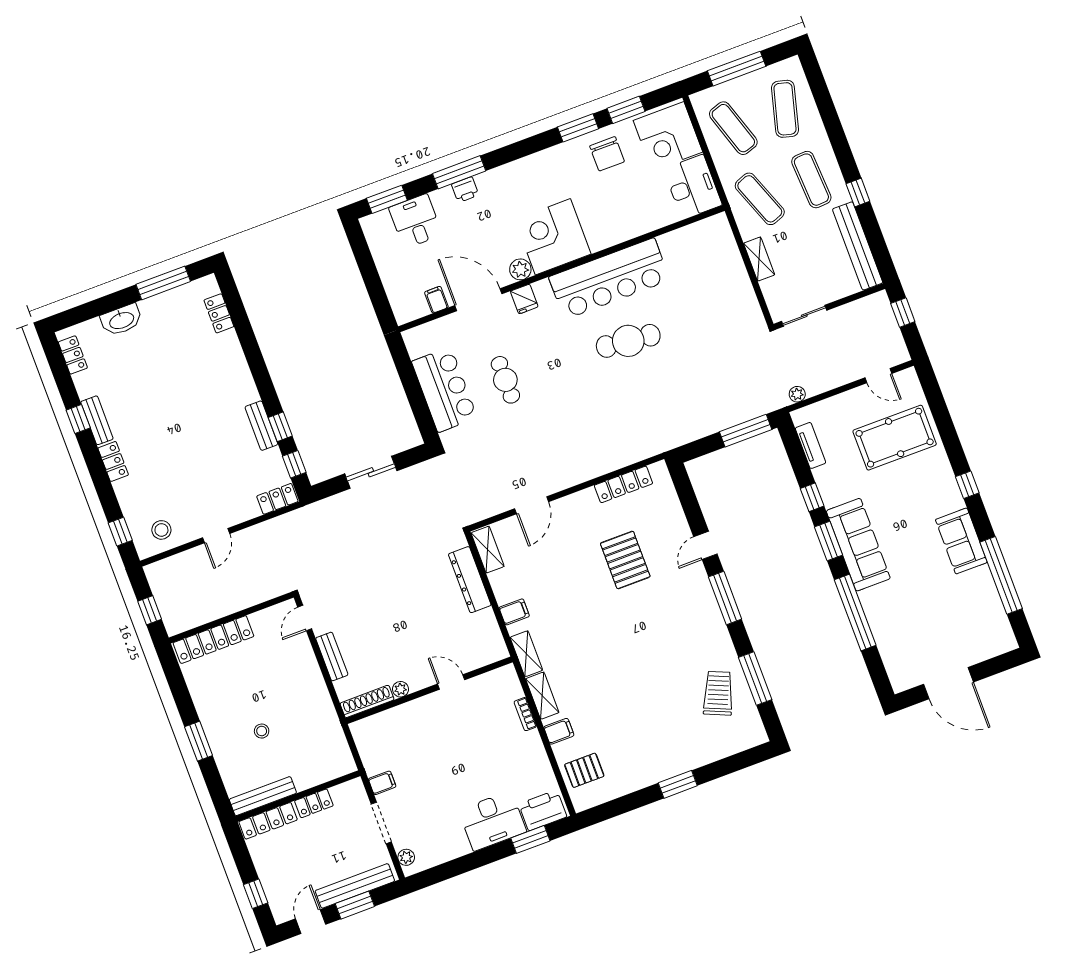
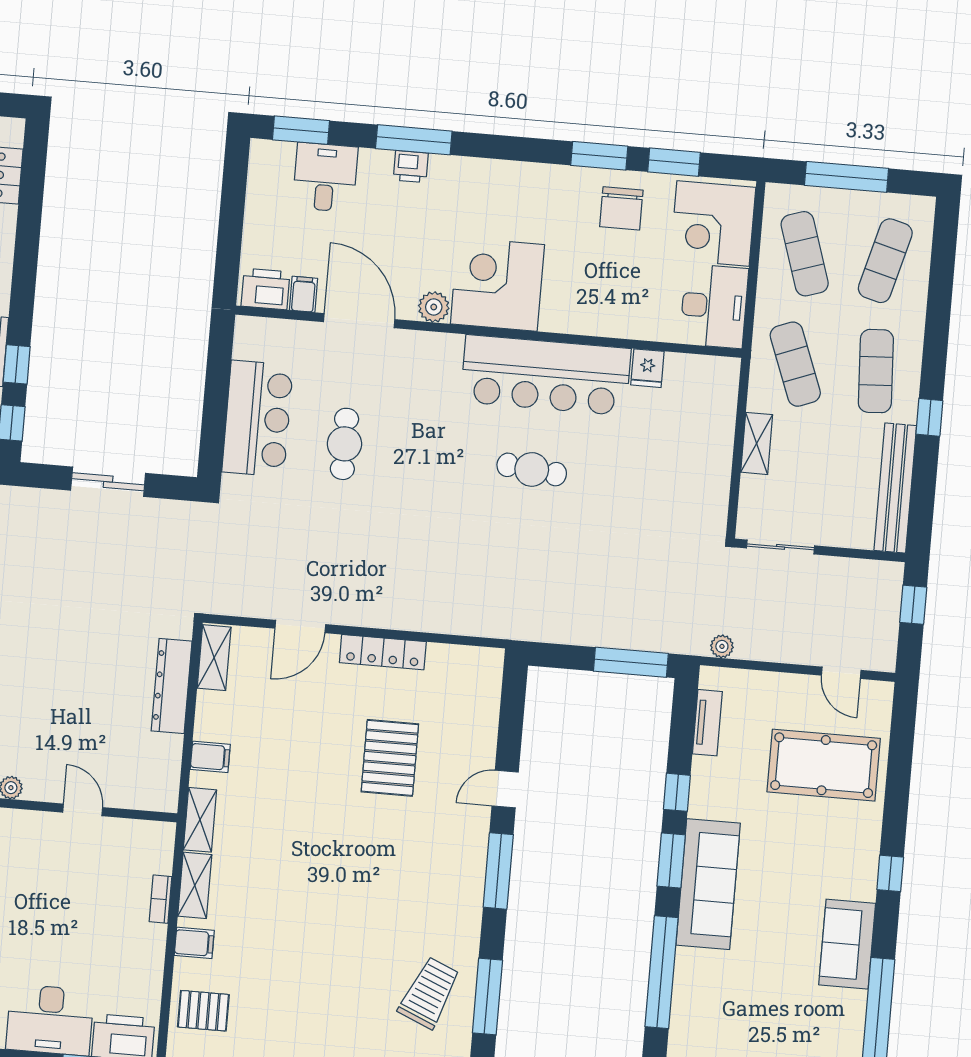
fridge: (524, 299) -> (647, 368), moved
printer: (411, 308) -> (266, 289), added
cafe table: (628, 341) -> (532, 469), width x0.73, depth x0.74
locker: (623, 484) -> (383, 652), moved

